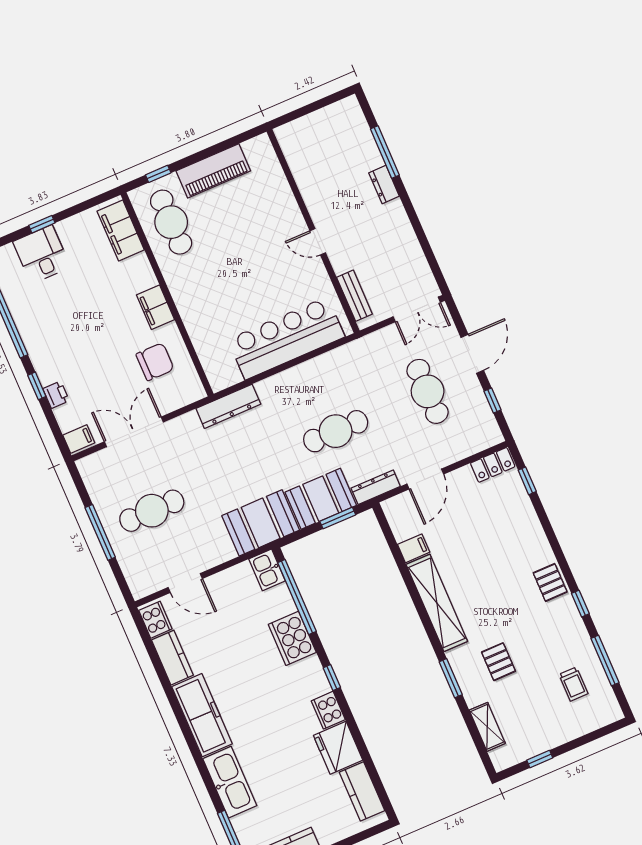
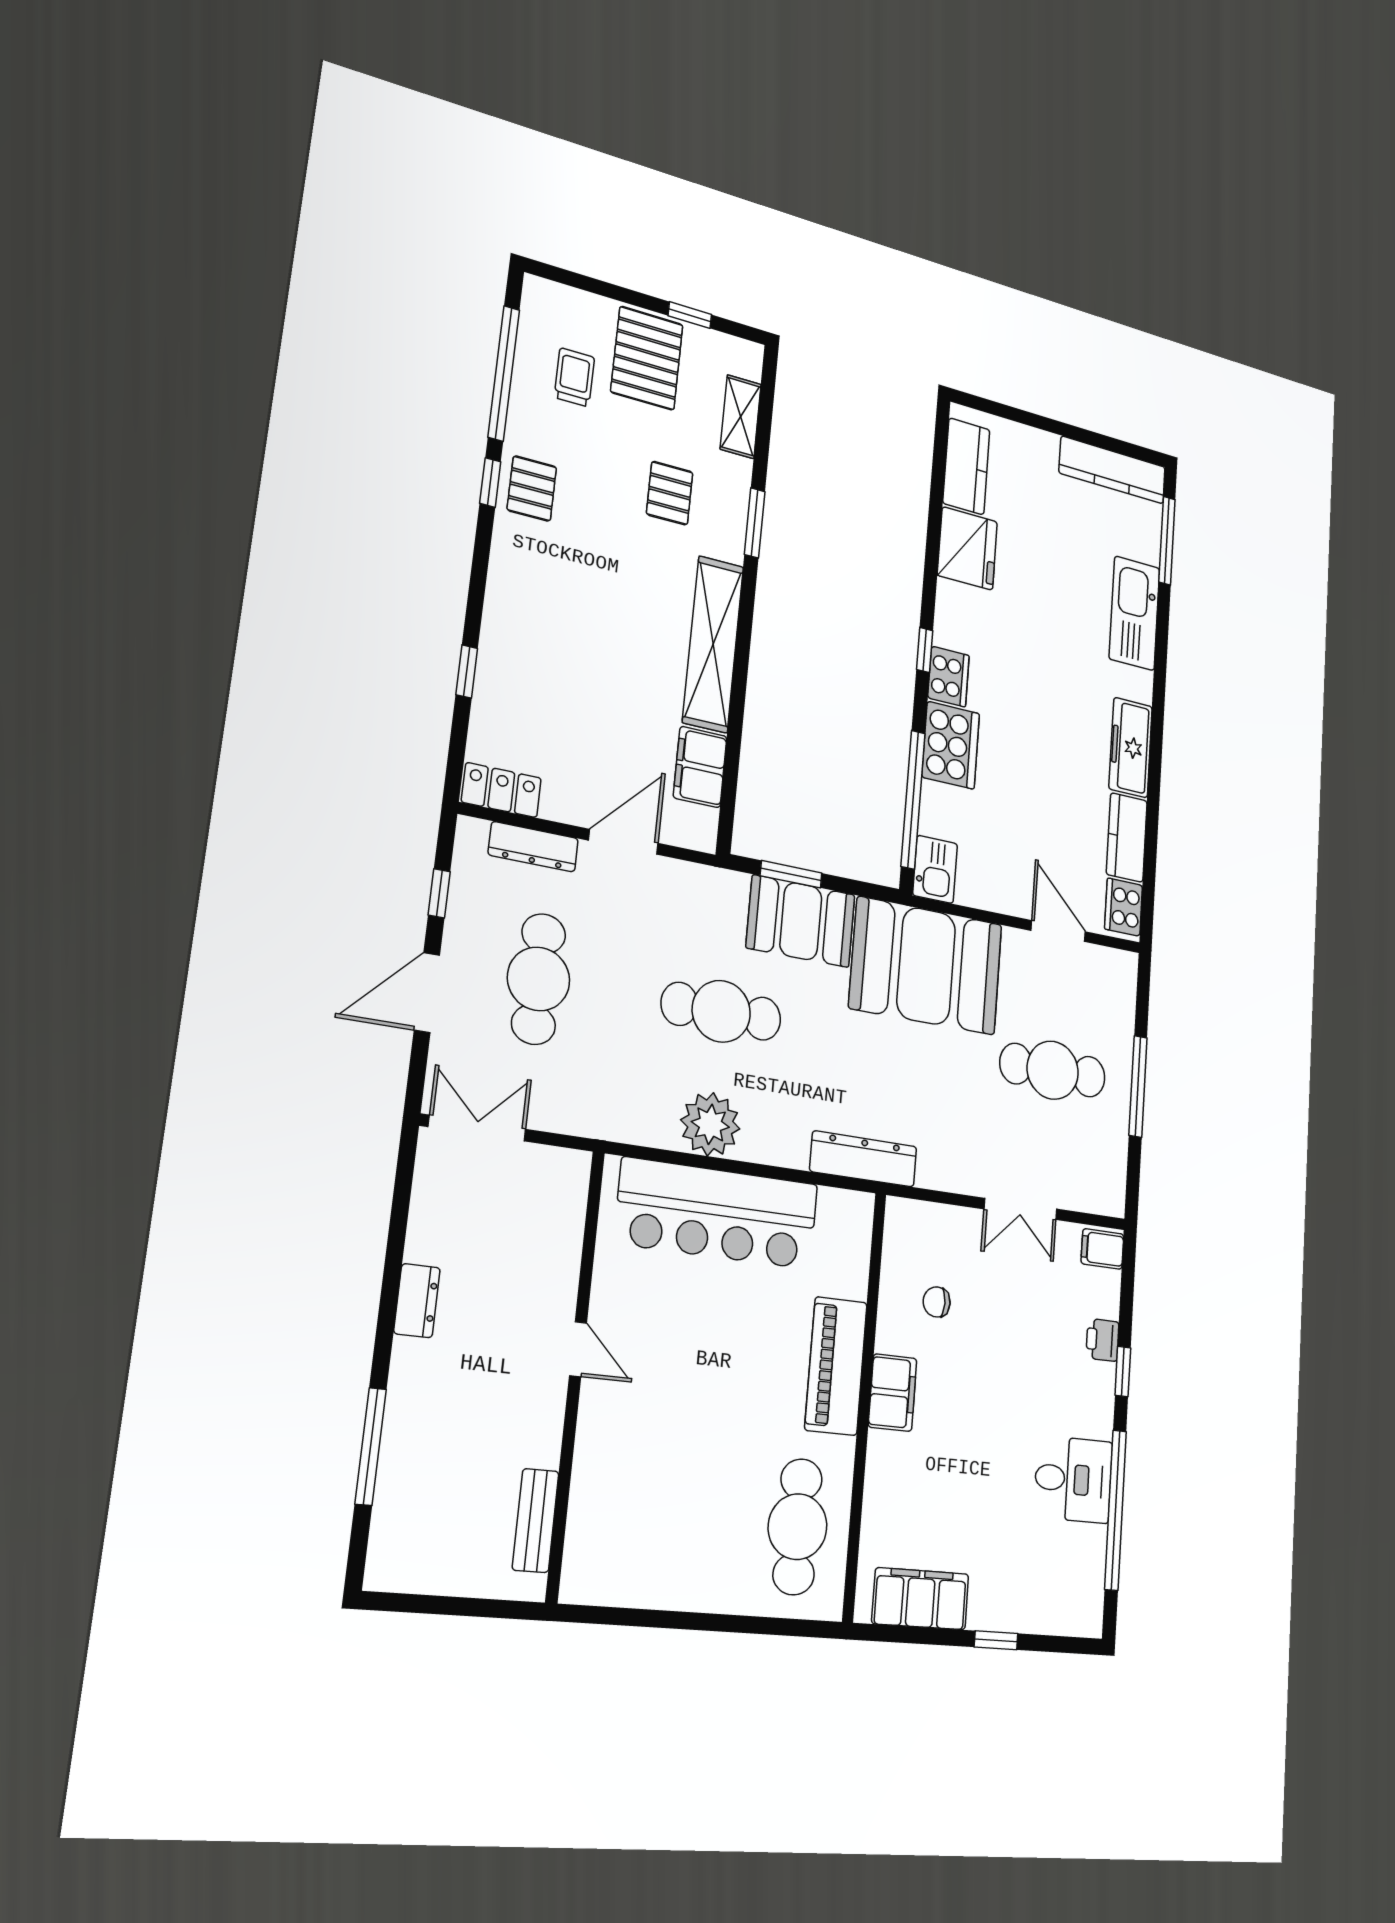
piano: (213, 171) -> (836, 1366), moved, turned -90
window: (158, 174) -> (776, 1626), removed
dresser: (384, 185) -> (417, 1301), moved
filing cabinet: (121, 230) -> (920, 1599), moved, turned -90
desk: (42, 254) -> (1073, 1479), moved, turned -90
bench: (354, 296) -> (536, 1520), moved
chair: (155, 362) -> (937, 1302), width x0.54, depth x0.54
plant: (312, 376) -> (710, 1124), added
double door: (134, 432) -> (1020, 1209), width x0.73
window: (527, 481) -> (467, 672), moved
dresser: (376, 487) -> (533, 847), moved
booth: (261, 523) -> (926, 966), width x1.36, depth x1.42
filing cabinet: (414, 548) -> (700, 767), width x2.00
pallet: (550, 582) -> (532, 489), moved
window: (605, 661) -> (504, 373), width x1.46
cooker: (328, 710) -> (948, 677), moved
freezer: (202, 715) -> (1131, 747), width x0.73, depth x0.79
pallet: (547, 721) -> (647, 358), added

